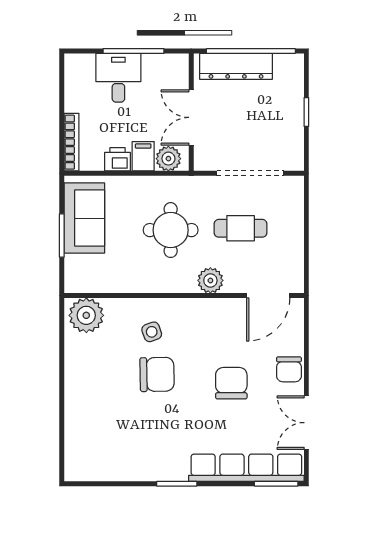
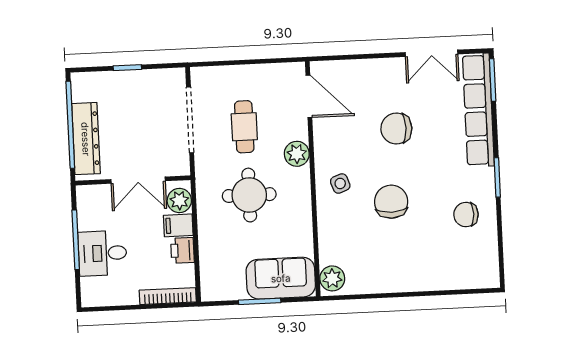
sofa: (84, 218) -> (281, 278), moved
plant: (86, 315) -> (332, 278), width x0.73, depth x0.73
side table: (152, 332) -> (340, 183), moved
chair: (289, 369) -> (466, 215), moved, turned 180

